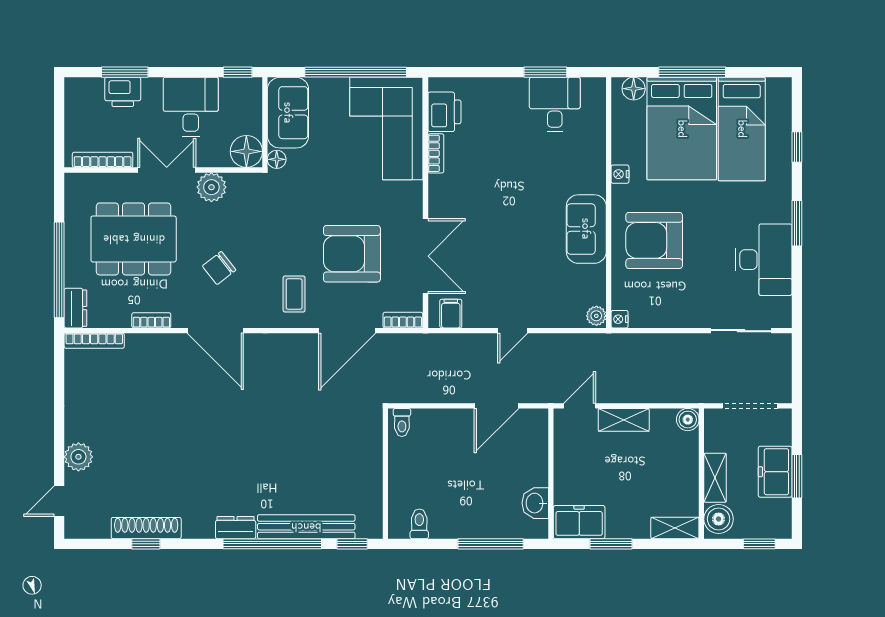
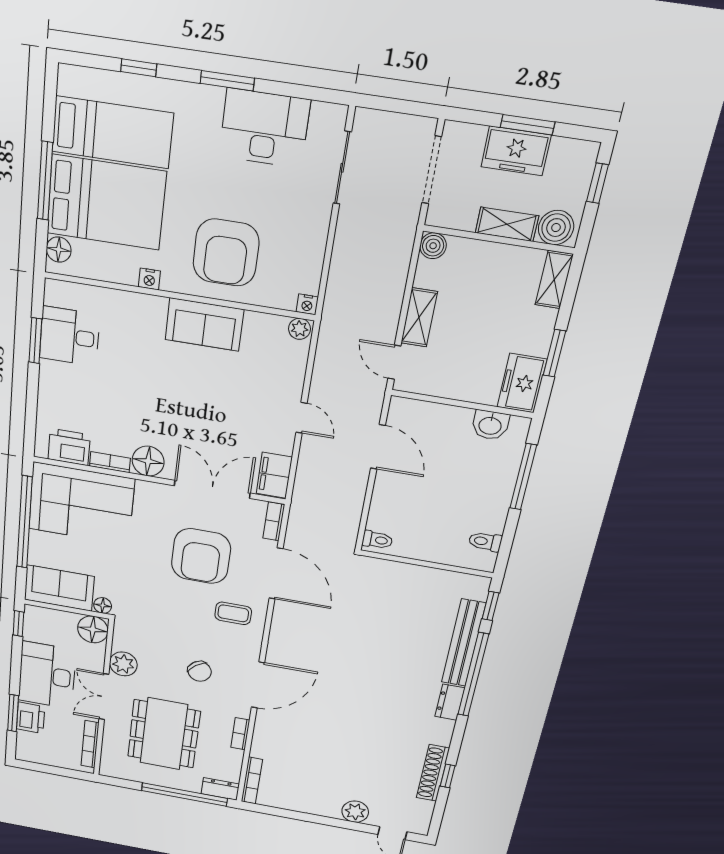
desk: (191, 107) -> (47, 675), width x1.37
floor lamp: (444, 191) -> (148, 461), added
filing cabinet: (451, 314) -> (274, 475), width x2.00

